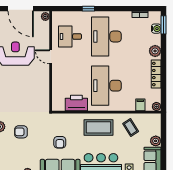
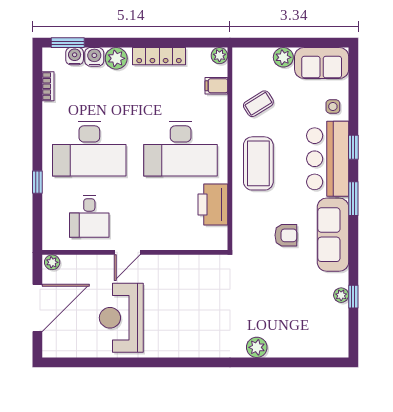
water cooler: (156, 39) -> (94, 57), added
armchair: (21, 132) -> (266, 307), removed

